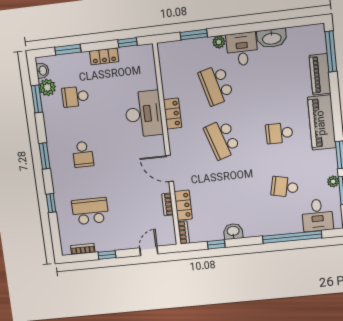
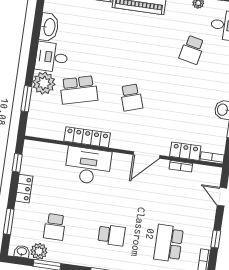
plant: (219, 42) -> (44, 83), width x1.87, depth x1.87
locker: (172, 114) -> (87, 137), width x1.53
school desk: (279, 133) -> (139, 42), removed
school desk: (222, 139) -> (131, 97), width x0.54

